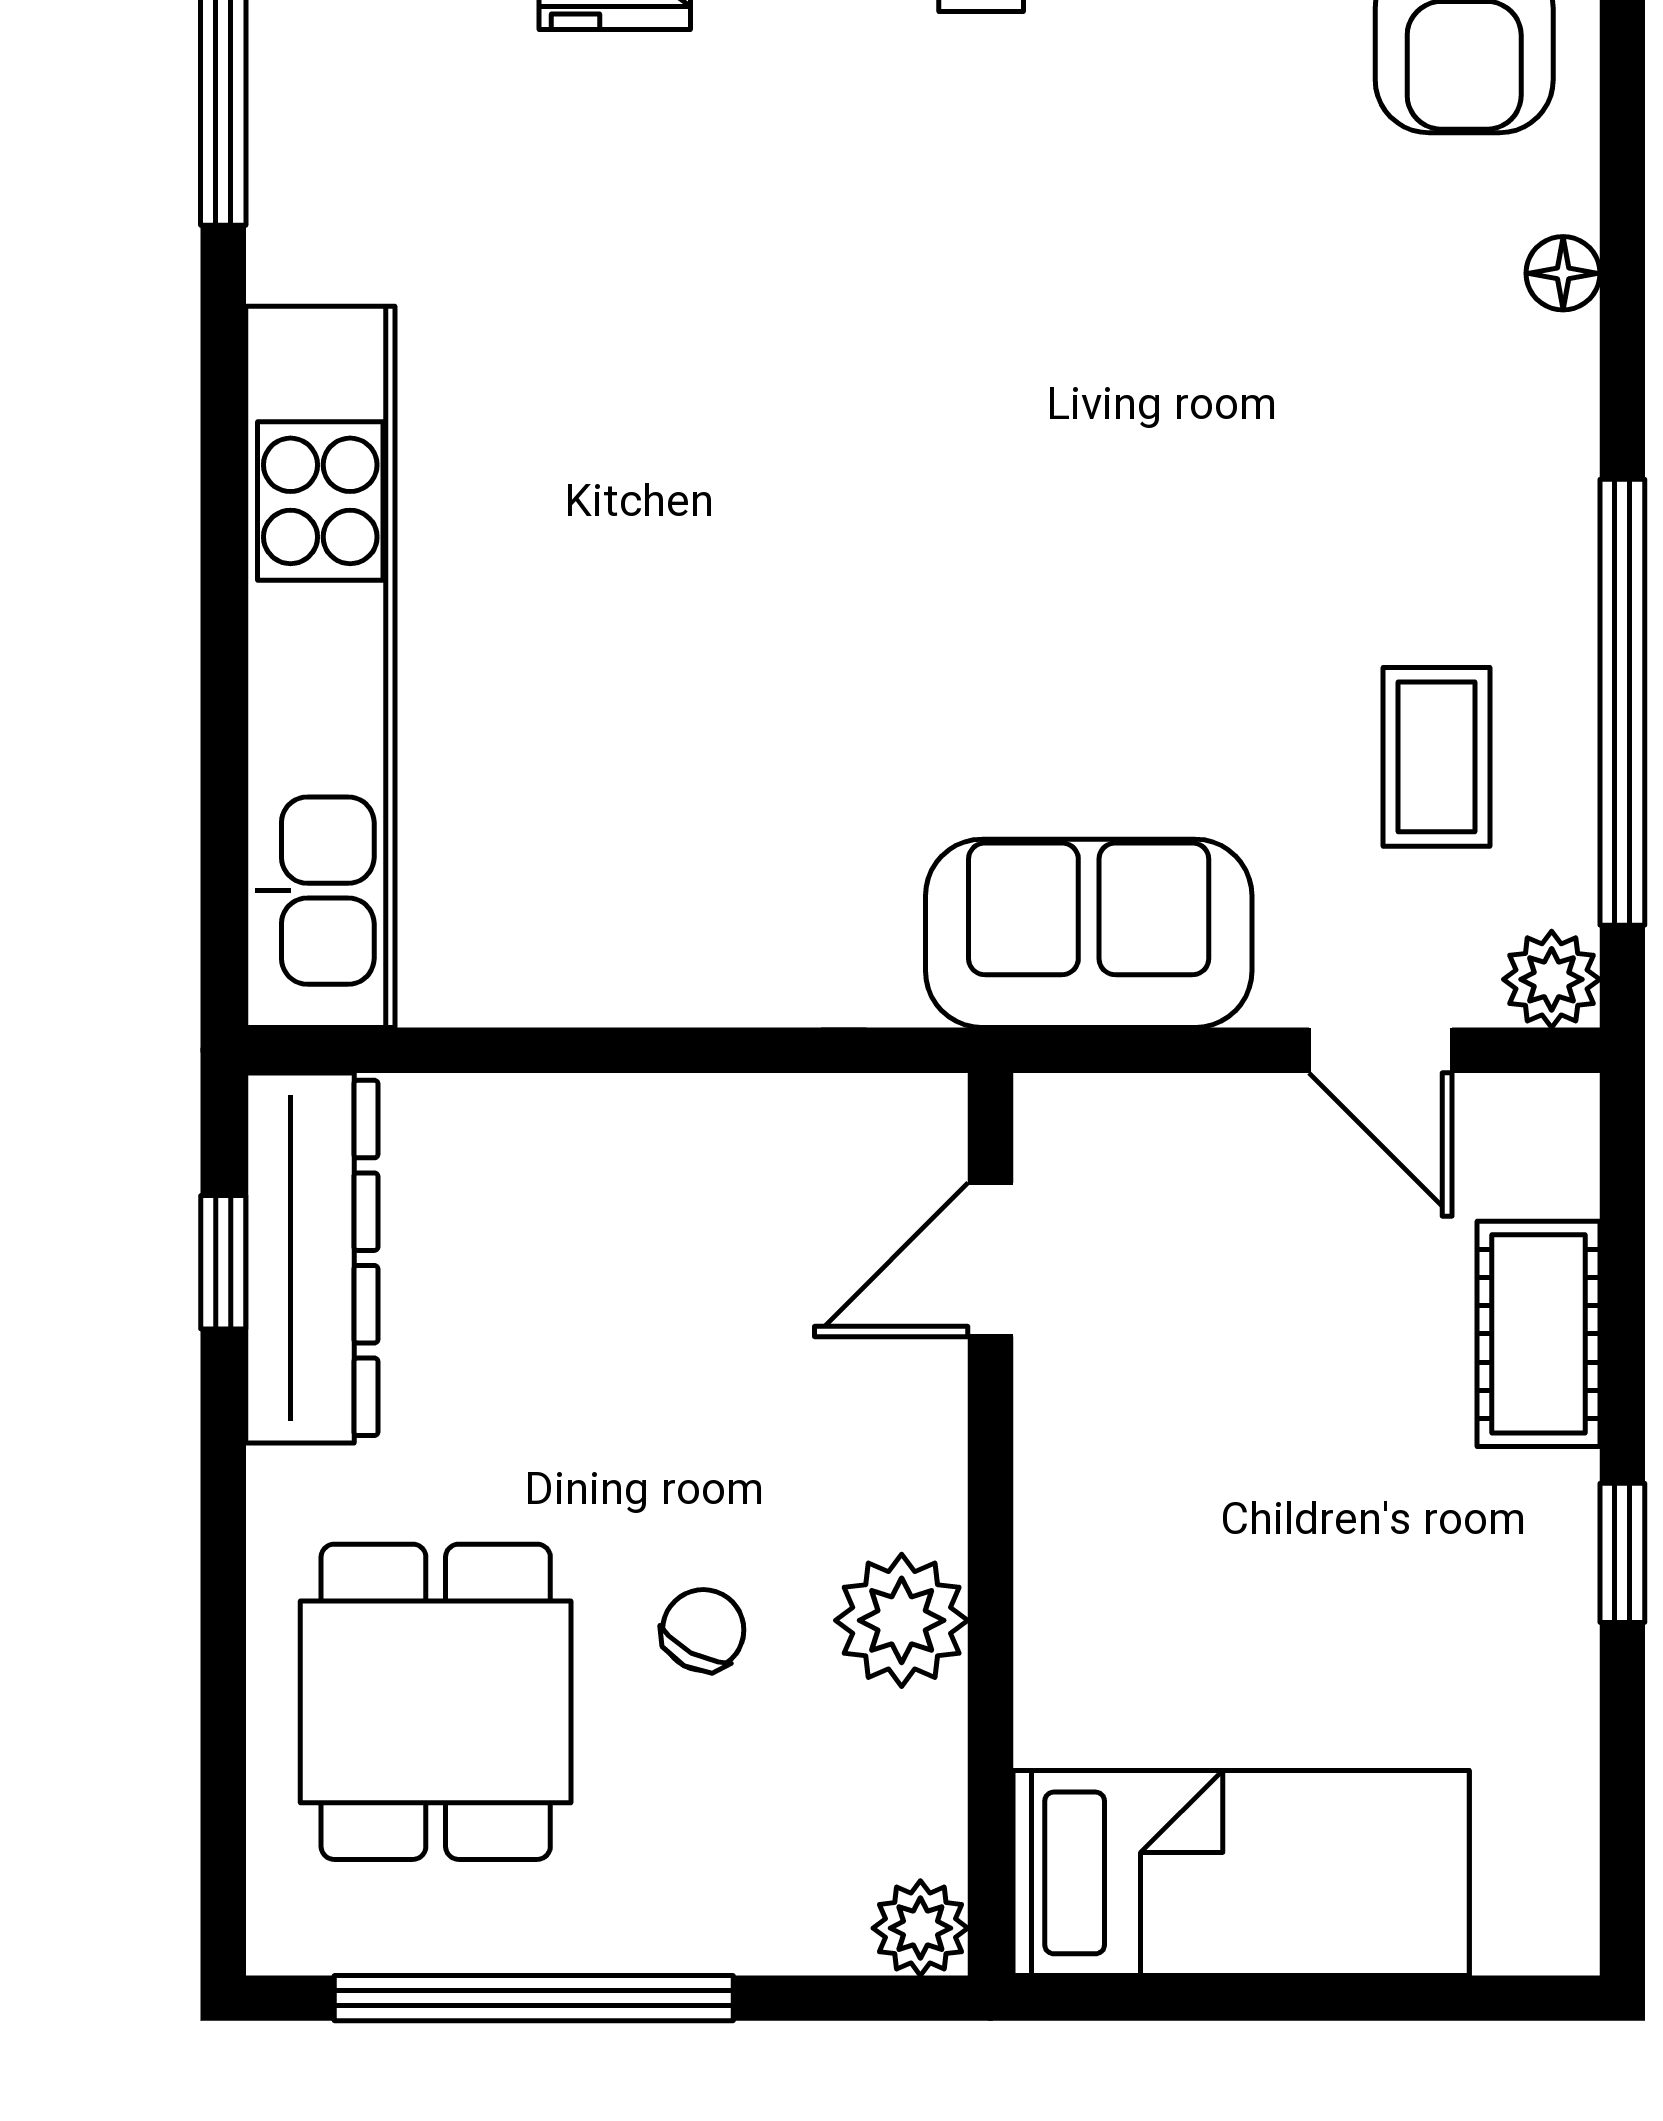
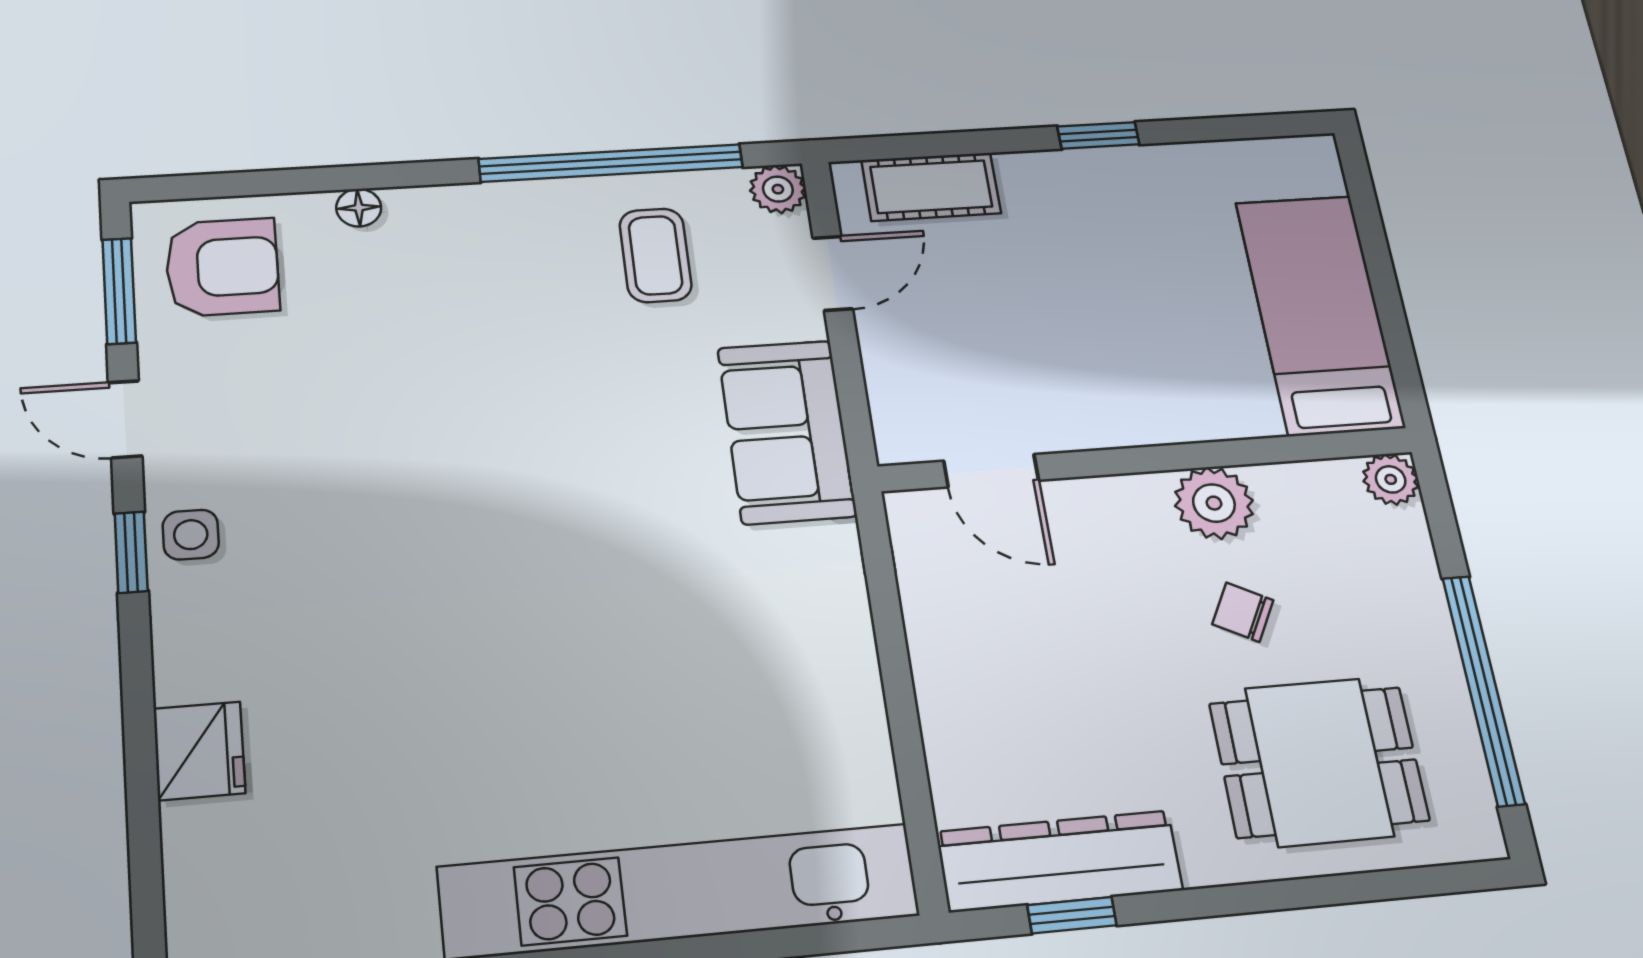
coffee table: (1436, 757) -> (656, 255), turned 90
cot: (1539, 1334) -> (931, 187), moved

